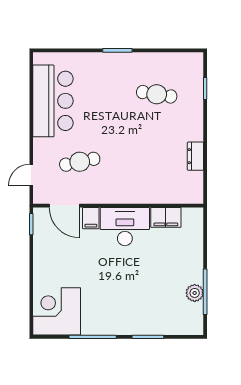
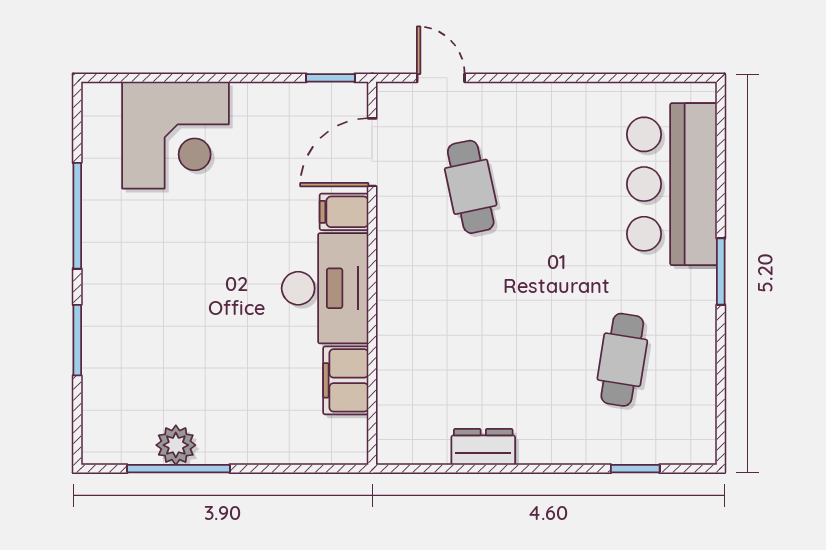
bar counter: (53, 101) -> (672, 184), moved, turned 90
corner desk: (57, 311) -> (175, 135), moved, turned 90

